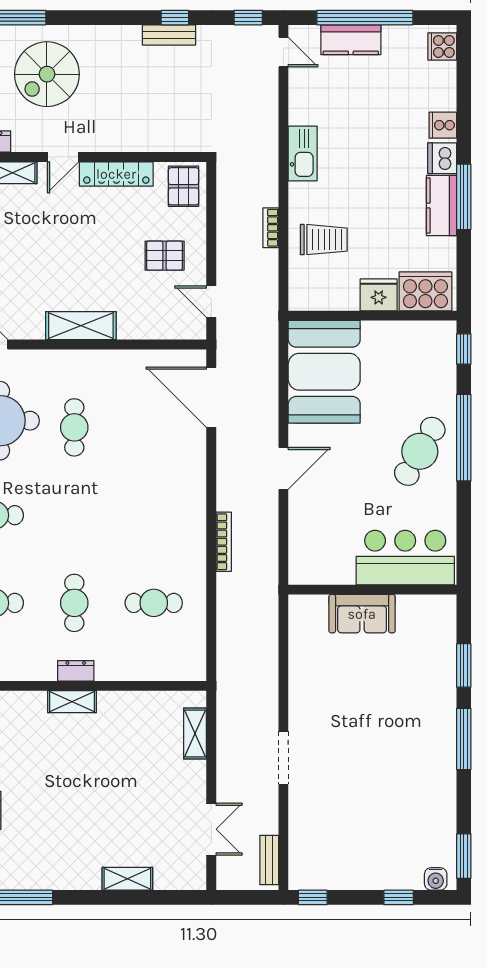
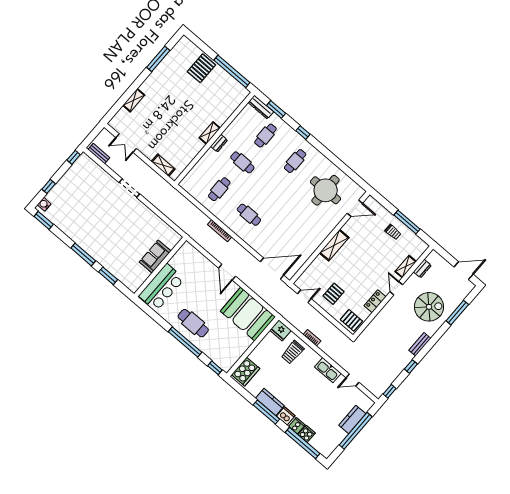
bench: (169, 35) -> (420, 344), moved
cooker: (442, 46) -> (307, 434), moved
door: (283, 52) -> (352, 380), moved
spiral stairs: (47, 74) -> (429, 307), turned 90
window: (464, 90) -> (302, 443), added
locker: (116, 174) -> (375, 301), width x0.66
fridge: (379, 295) -> (281, 330), moved, turned 90
cafe table: (74, 427) -> (249, 215), moved
cafe table: (420, 451) -> (193, 323), turned -30

